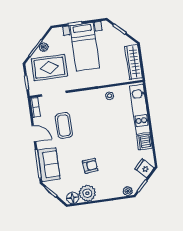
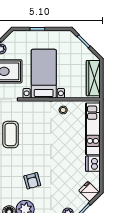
bed with nightstands: (85, 47) -> (44, 74), moved, turned 180
armchair: (90, 166) -> (32, 181), turned 80

